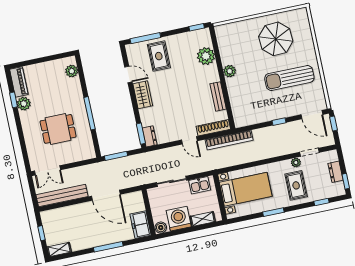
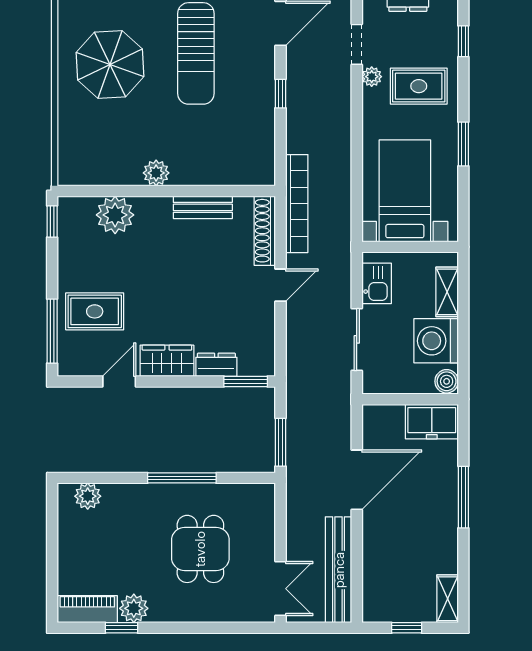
dresser: (150, 136) -> (216, 365), moved

